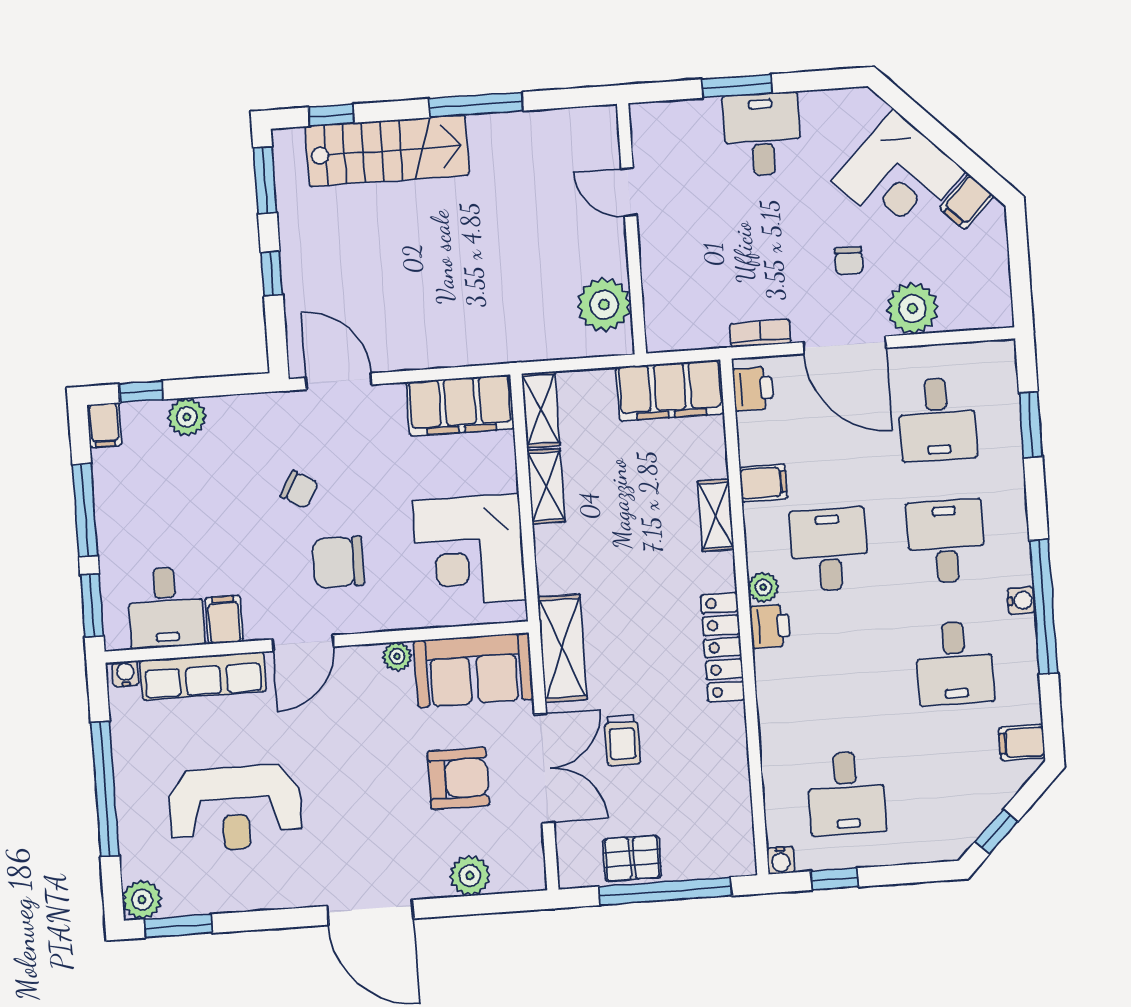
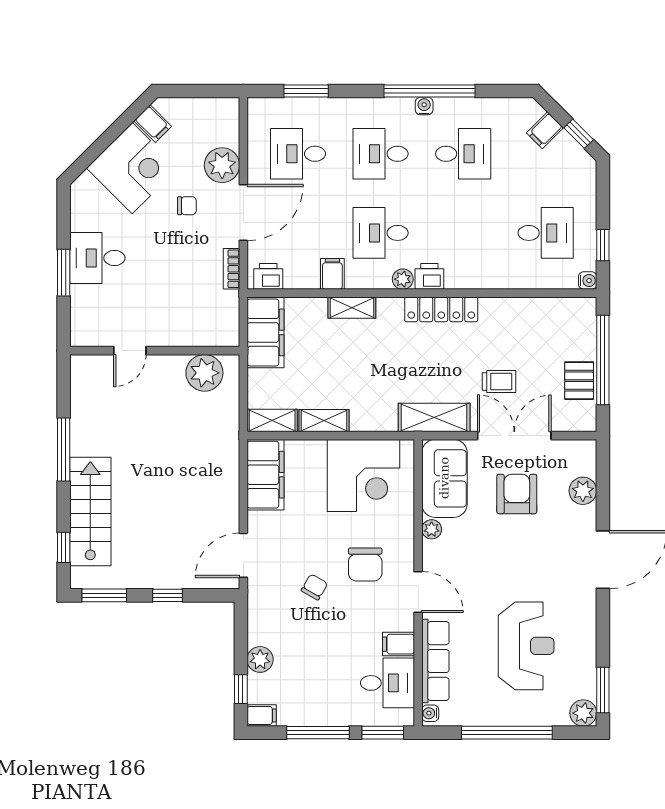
desk: (937, 419) -> (298, 154), turned 180
filing cabinet: (1022, 742) -> (545, 130), moved, turned 45

